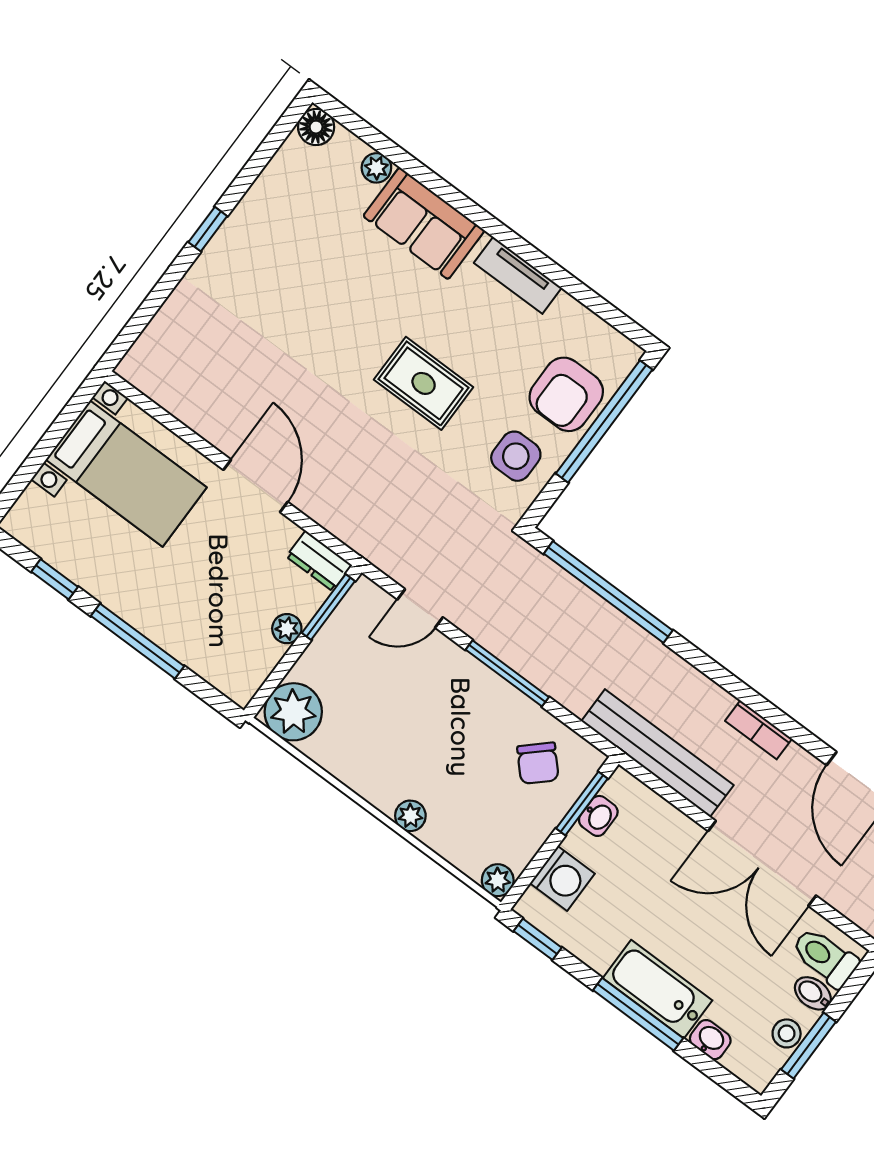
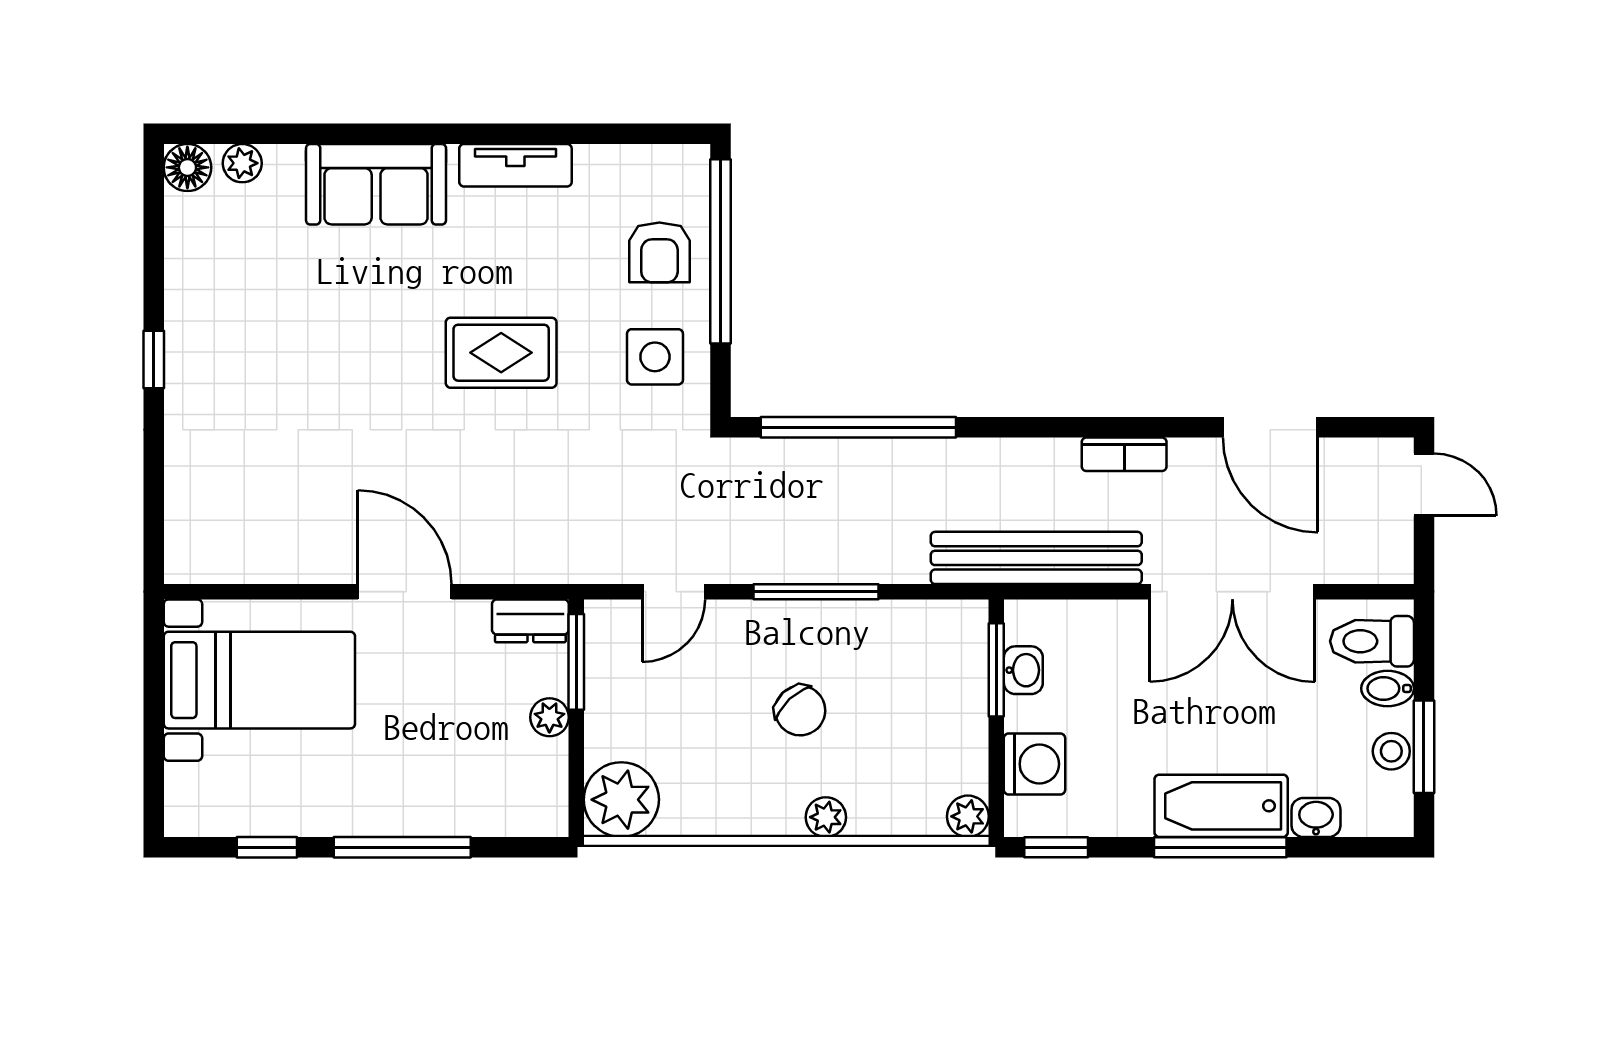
plant: (376, 168) -> (242, 163), moved
armchair: (566, 394) -> (659, 252), width x0.72, depth x0.72
chair: (538, 763) -> (800, 711), moved

